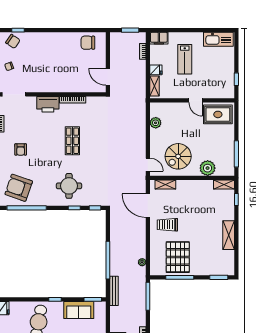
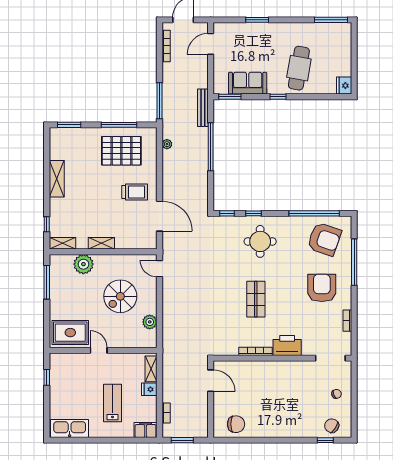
armchair: (21, 149) -> (322, 288), width x1.88, depth x1.88
spiral stairs: (178, 156) -> (120, 296), moved, turned 180
shelving: (165, 184) -> (101, 243), moved
pallet: (178, 257) -> (121, 151), turned 90

